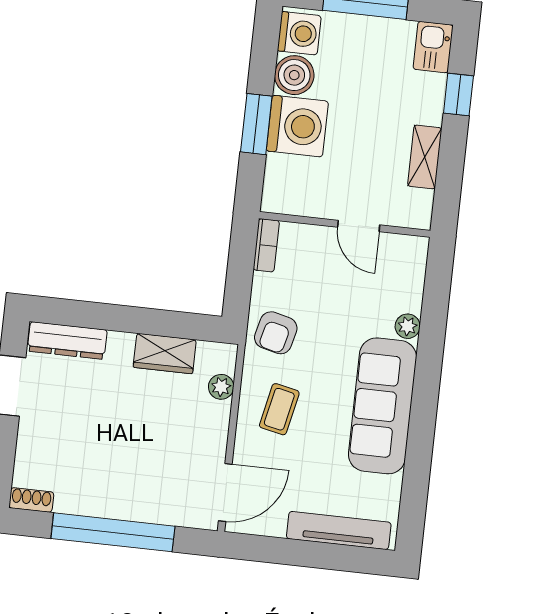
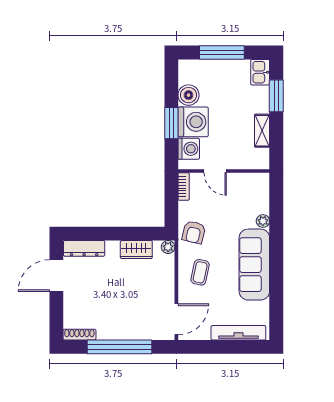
washing machine: (299, 33) -> (189, 149), moved
window: (458, 95) -> (276, 96), width x1.50
door: (359, 226) -> (215, 171), moved
plant: (221, 387) -> (168, 247), moved
shoe rack: (31, 500) -> (79, 335), width x1.43

